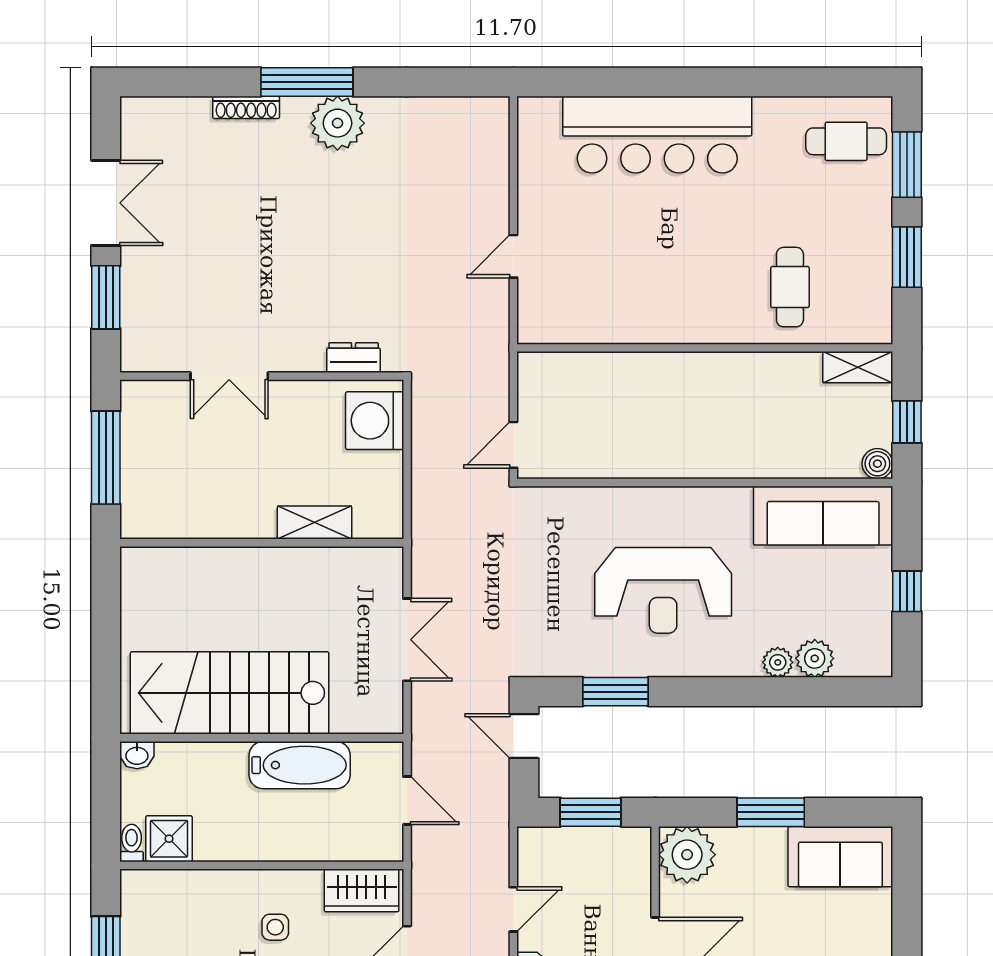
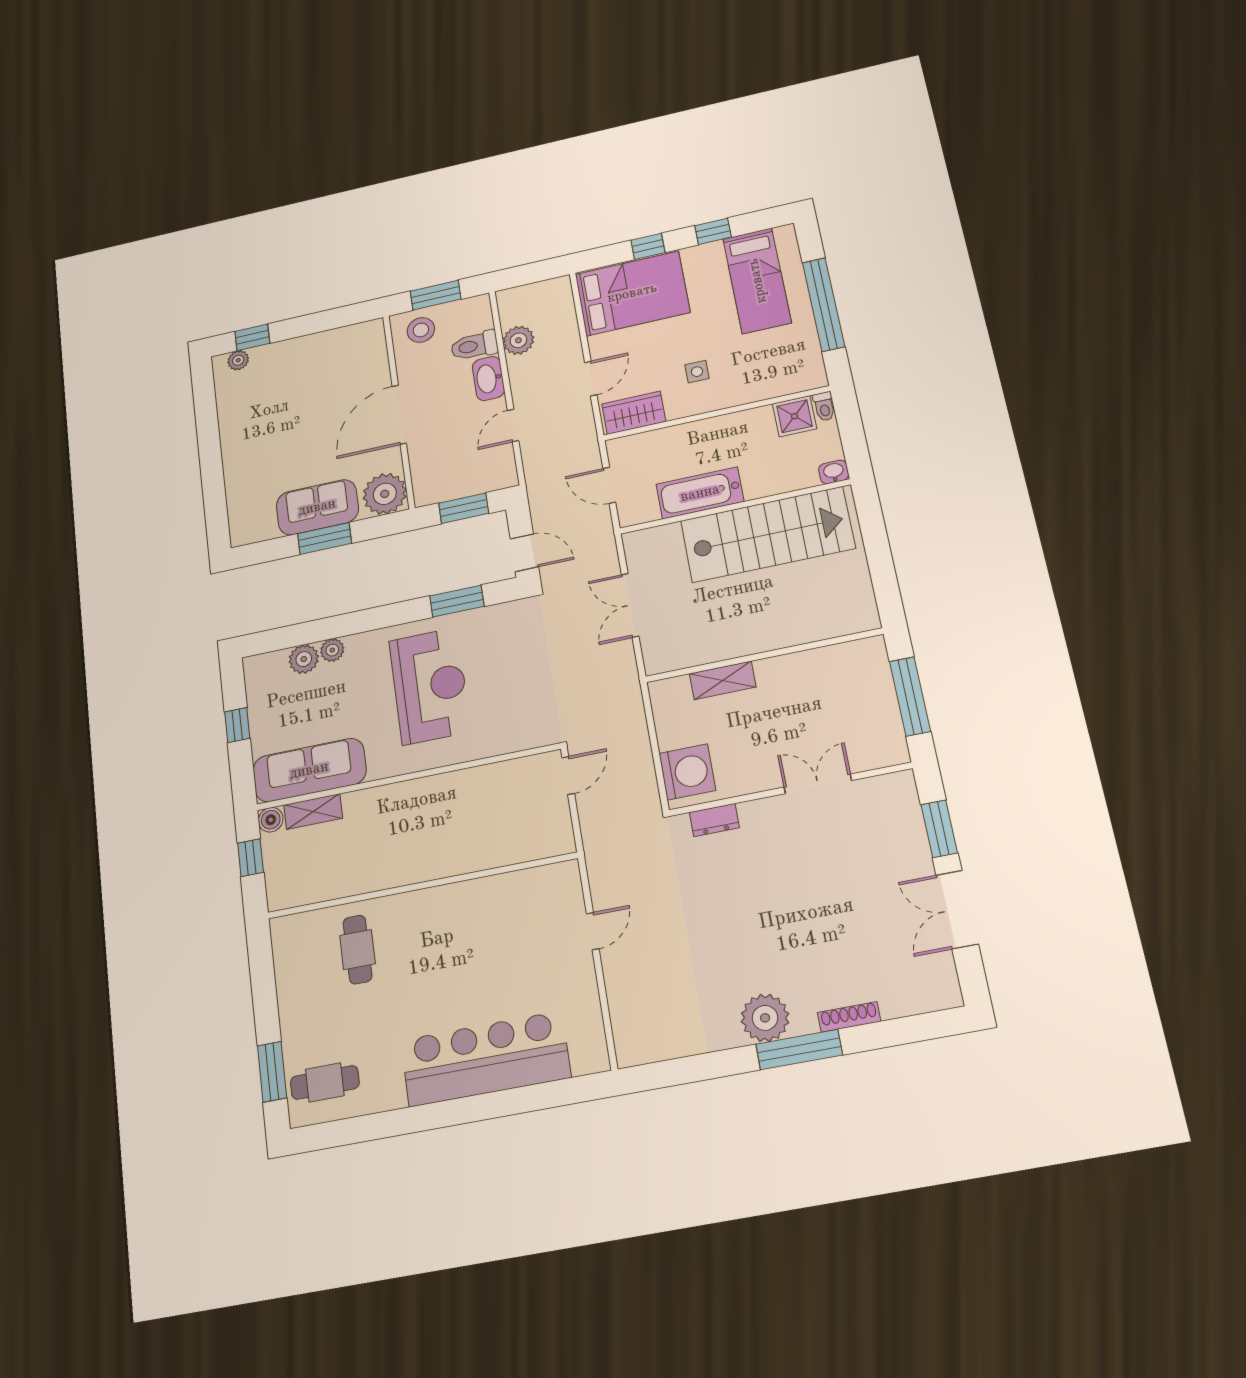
window: (907, 257) -> (264, 993), removed
shelving: (858, 367) -> (313, 812), moved
reception desk: (663, 590) -> (430, 686), turned 90
sofa: (840, 857) -> (317, 507), moved

